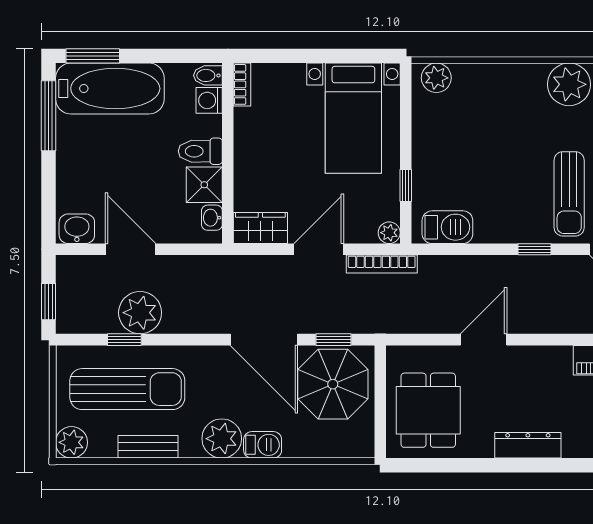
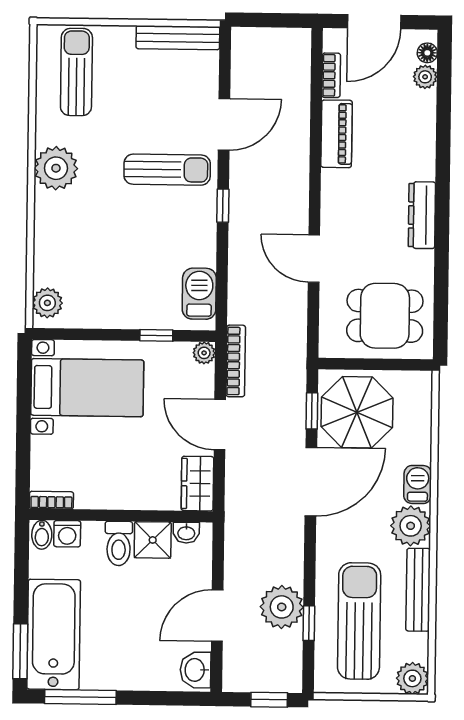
bench: (148, 447) -> (418, 590), width x1.36

